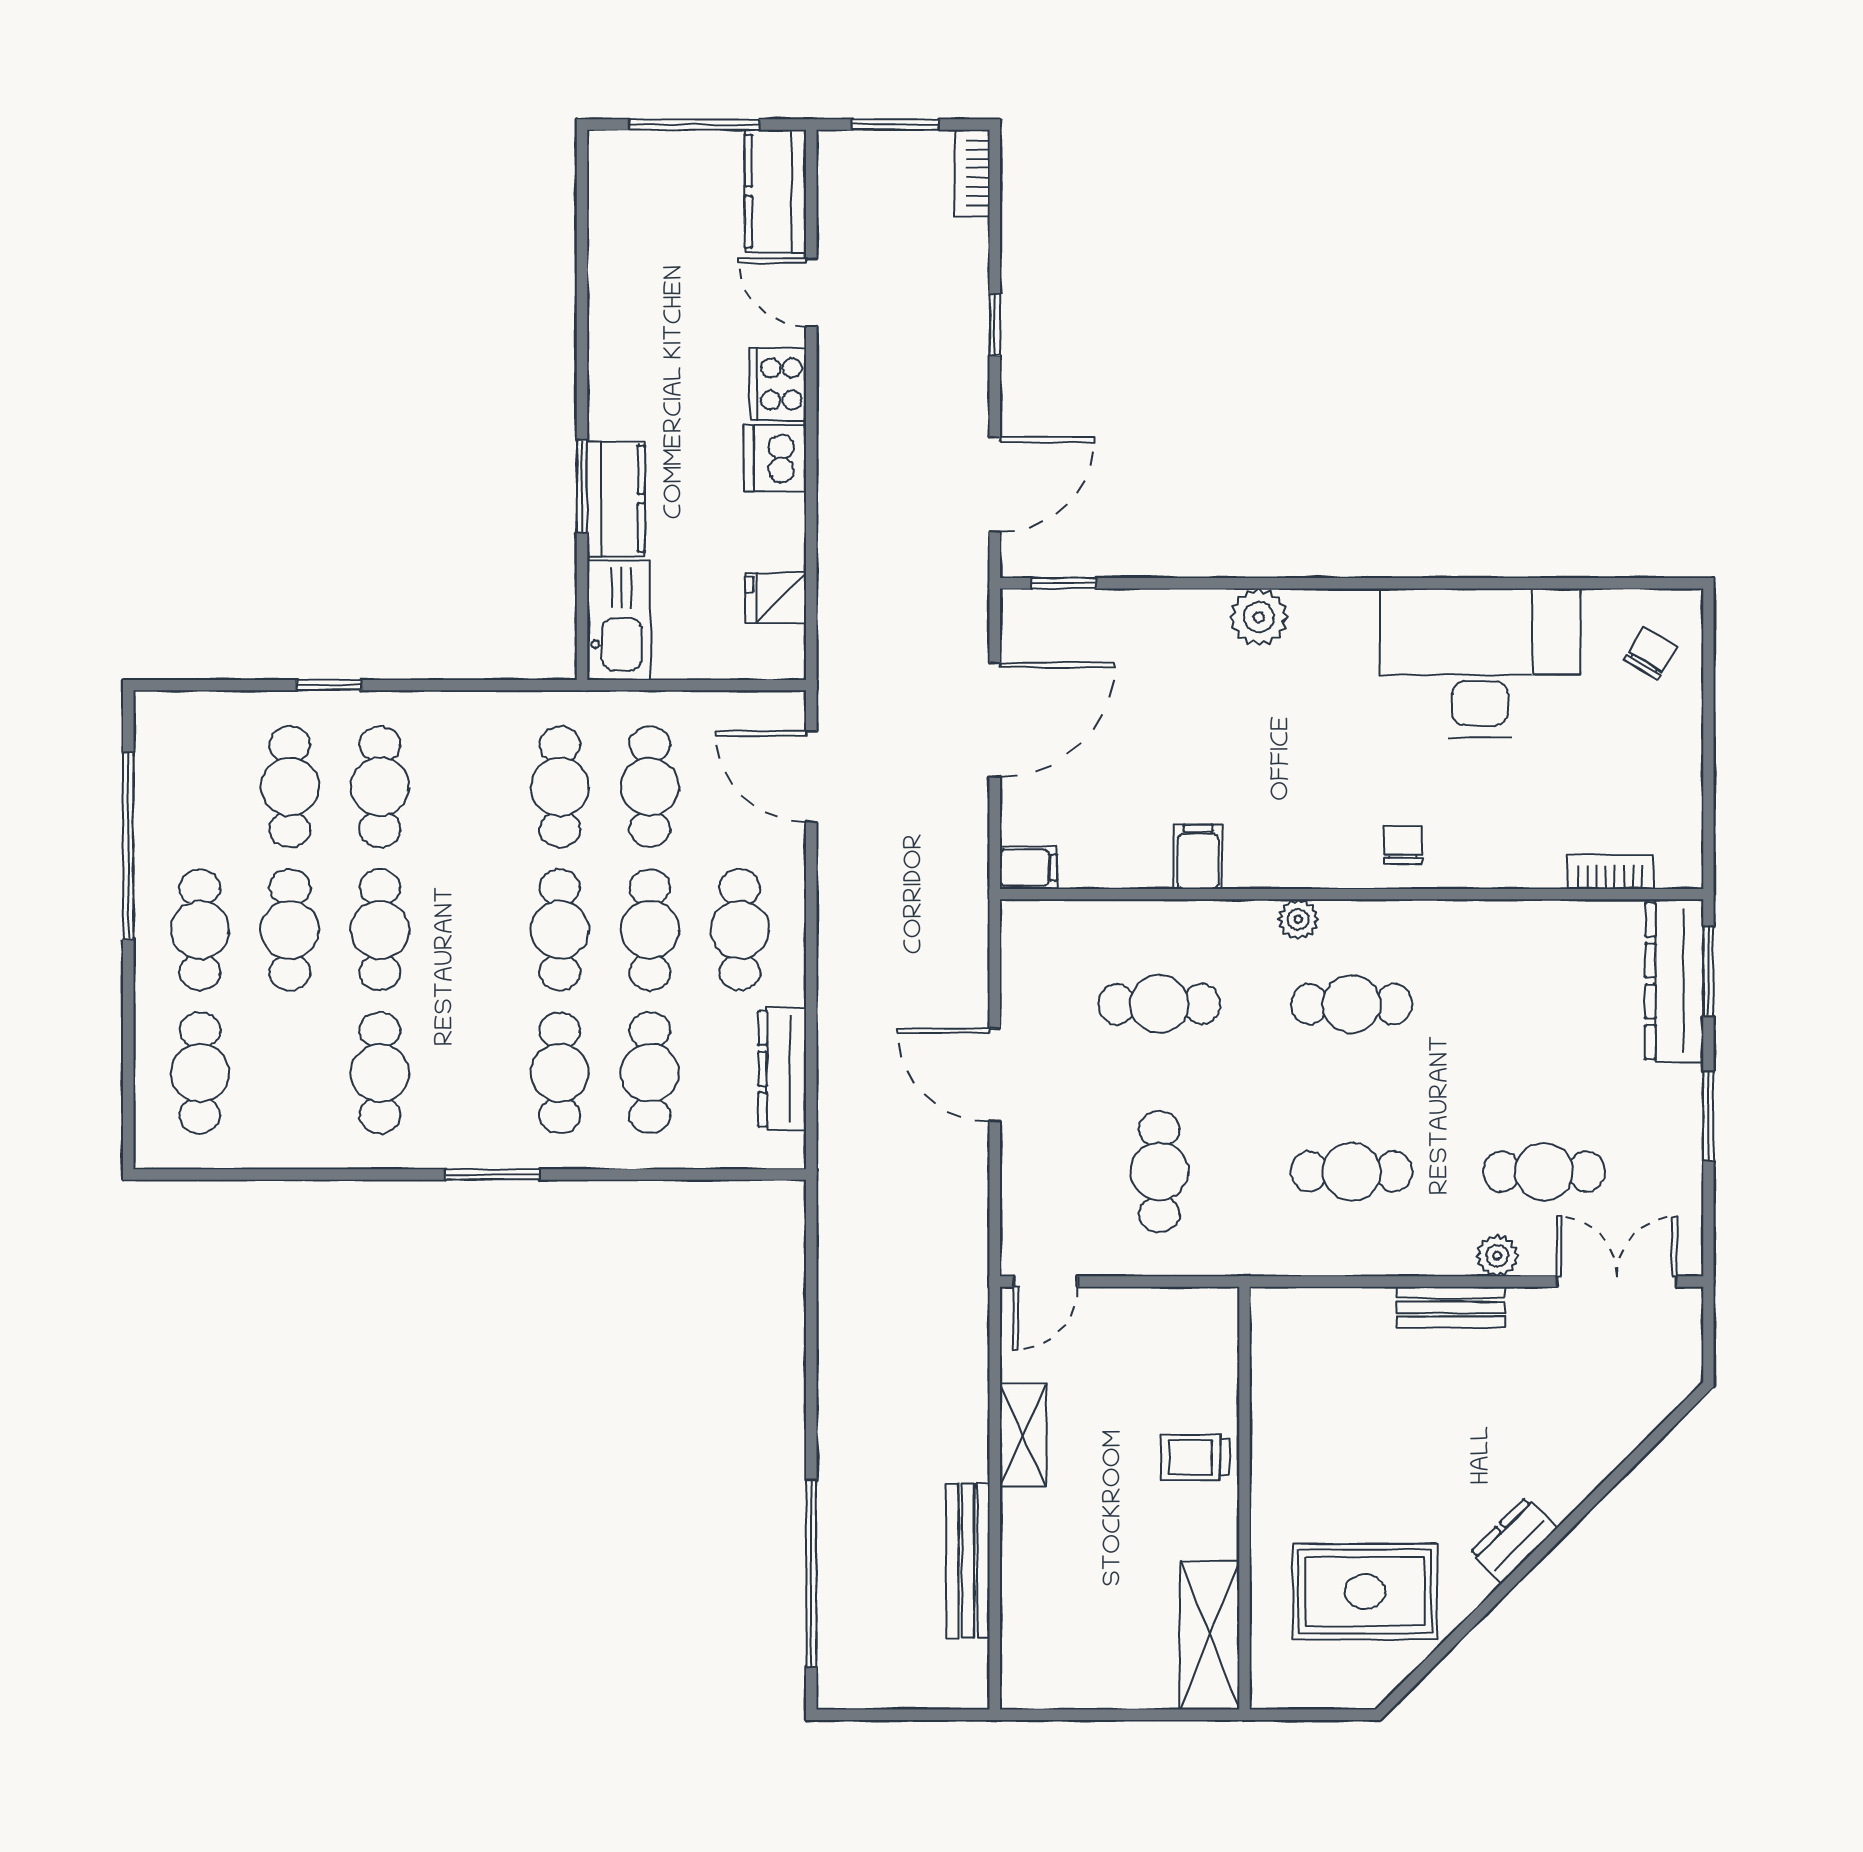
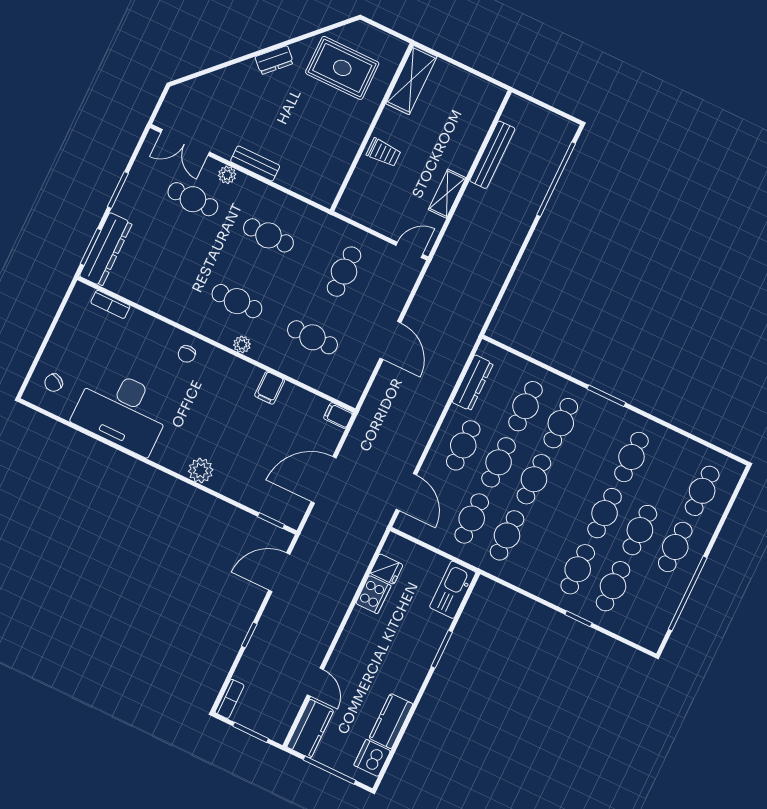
cooker: (778, 384) -> (373, 594), moved
dishwasher: (775, 458) -> (372, 758), moved, turned 180
kitchen counter: (616, 499) -> (391, 721), moved

